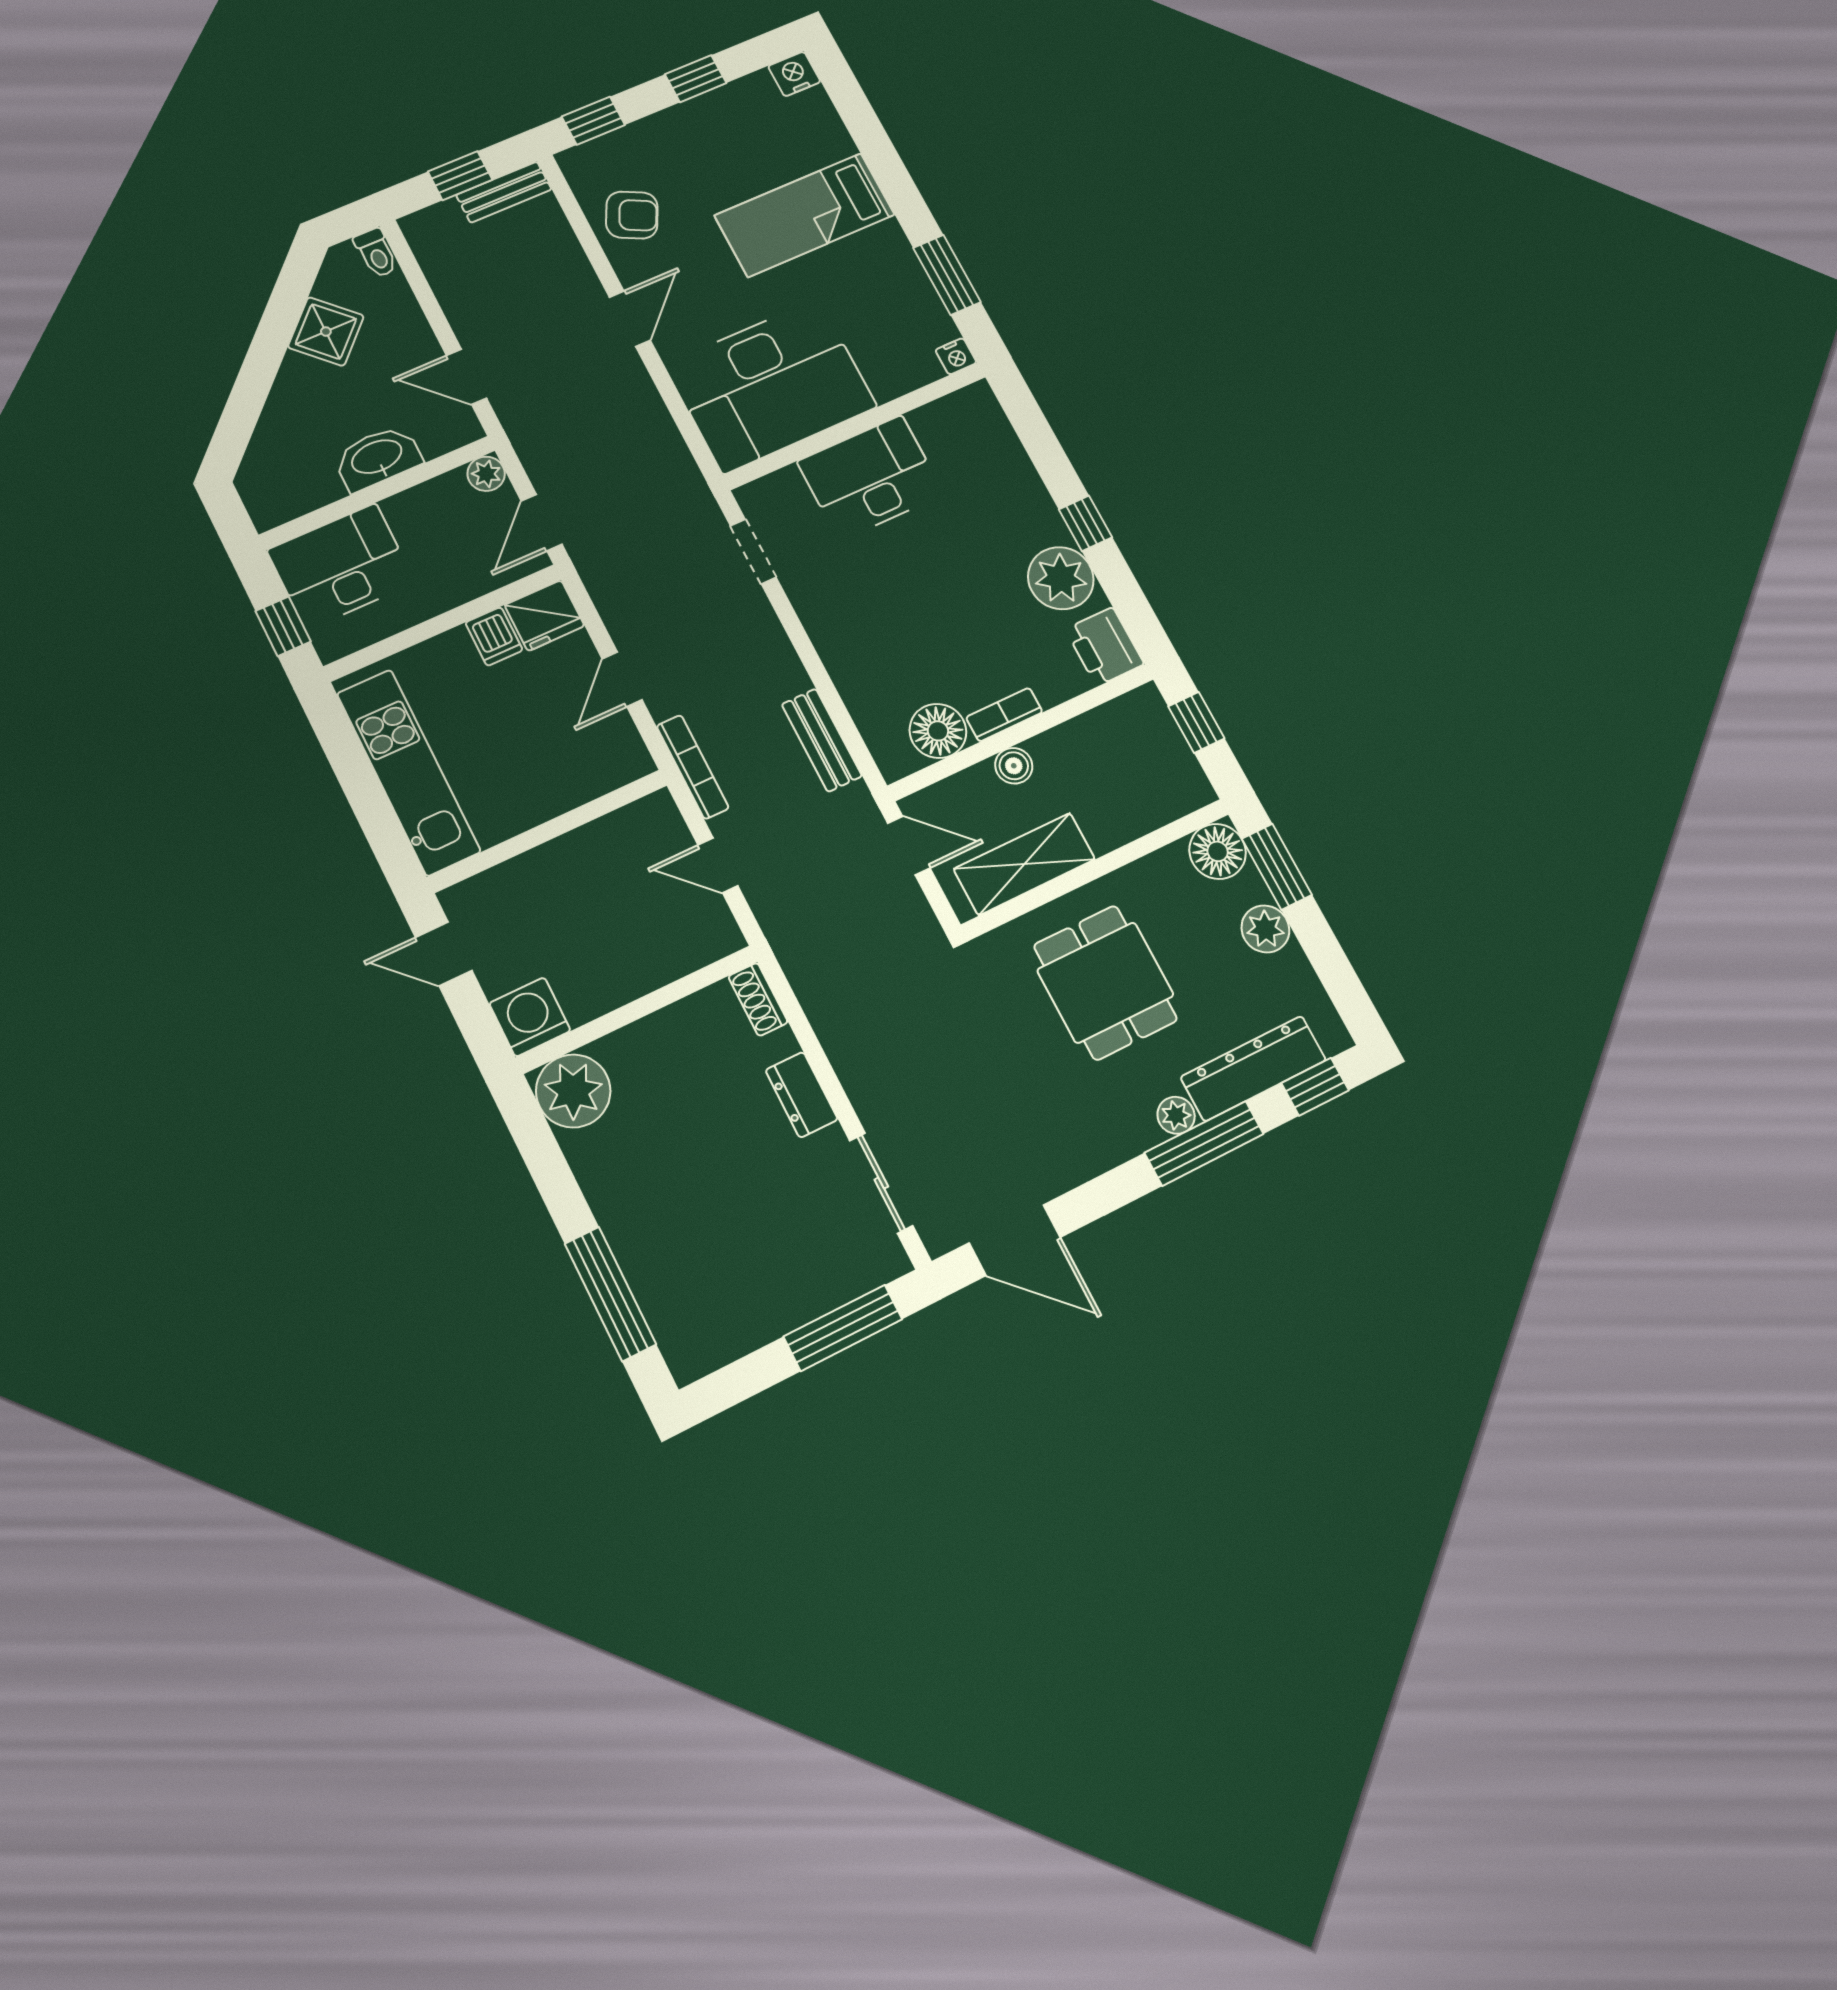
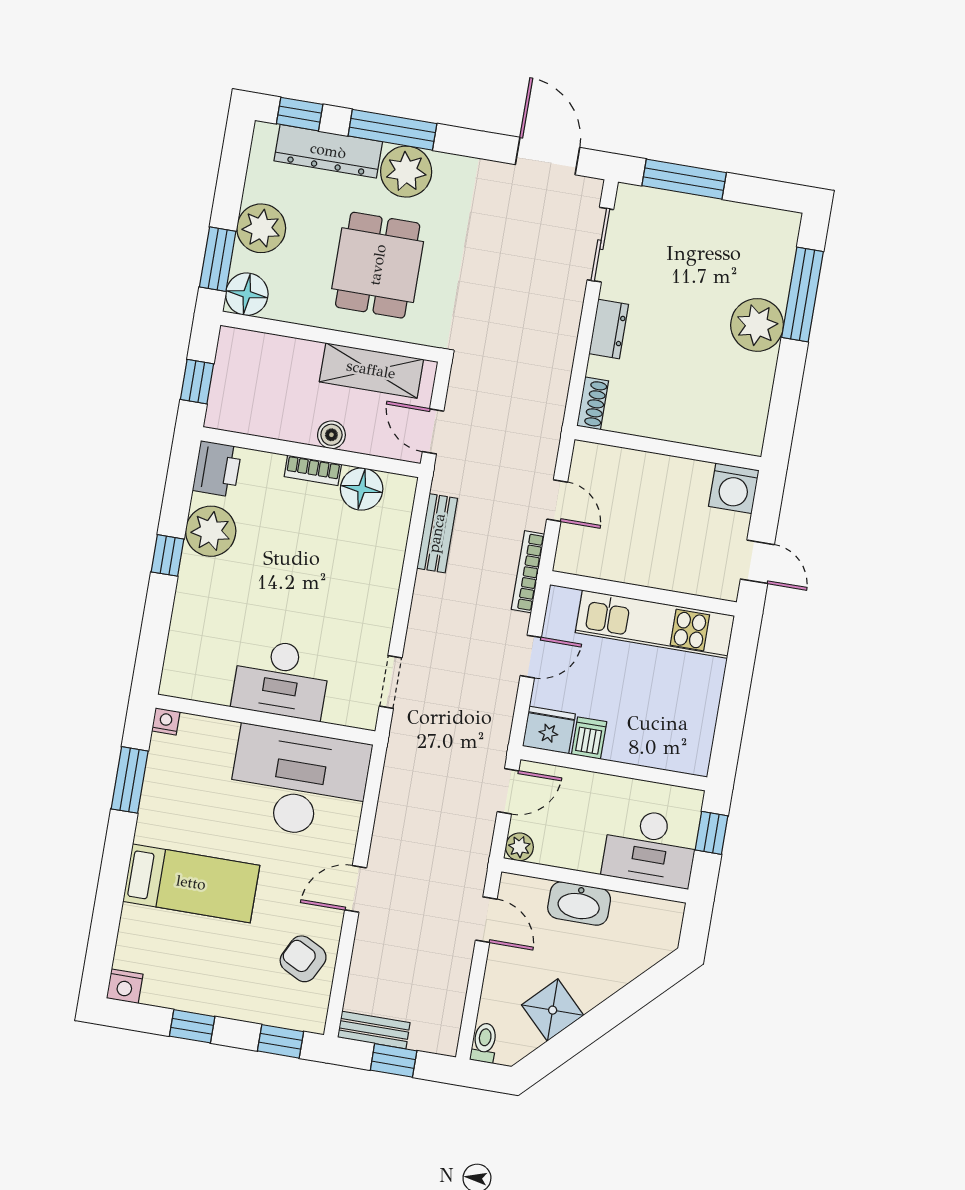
kitchen unit: (409, 772) -> (655, 624), moved, turned -90
plant: (1265, 929) -> (261, 228), width x1.36, depth x1.36
plant: (573, 1091) -> (757, 325), moved
plant: (1176, 1115) -> (406, 172), width x1.88, depth x1.88

